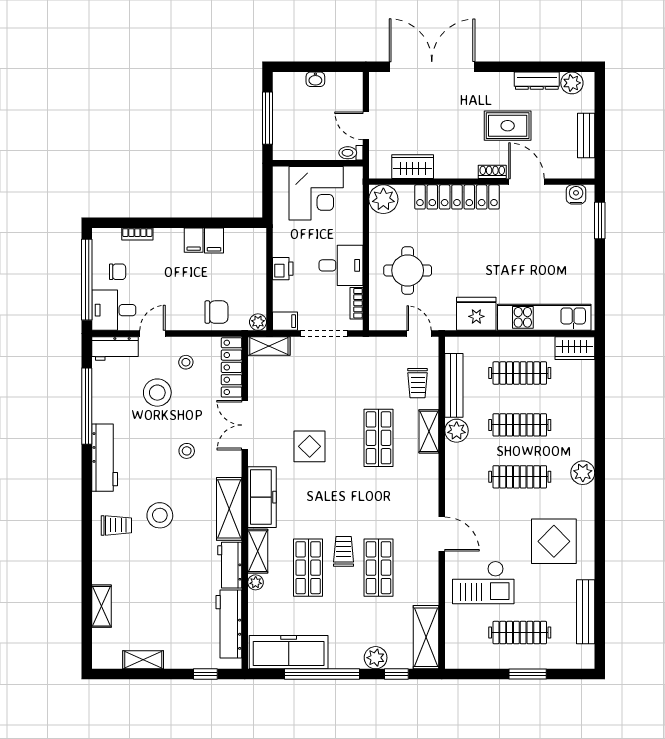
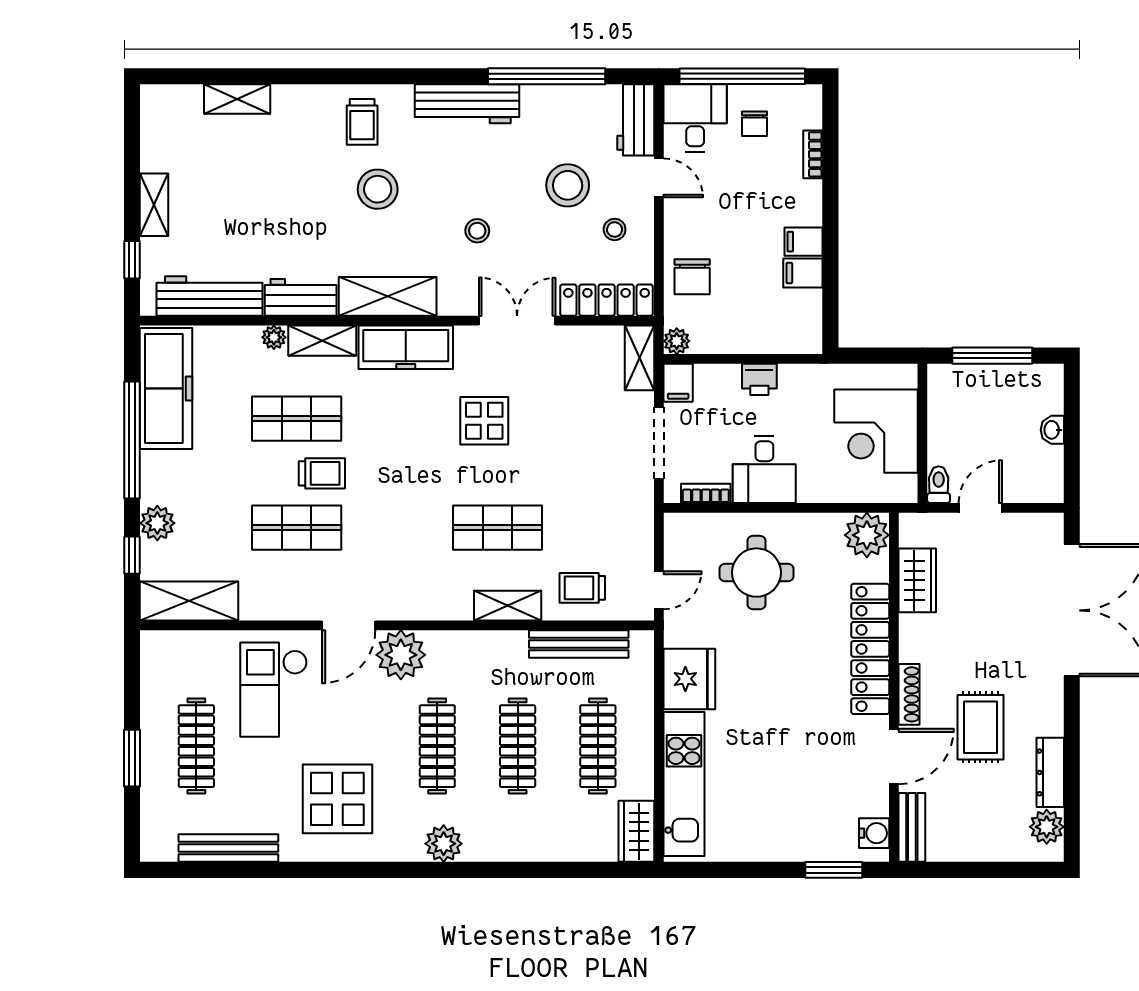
bench: (586, 135) -> (912, 827), moved, turned 90
shoe rack: (492, 172) -> (909, 694), width x1.43
plant: (457, 431) -> (401, 655), moved, width x1.36, depth x1.36
shelving: (143, 660) -> (154, 205), moved

